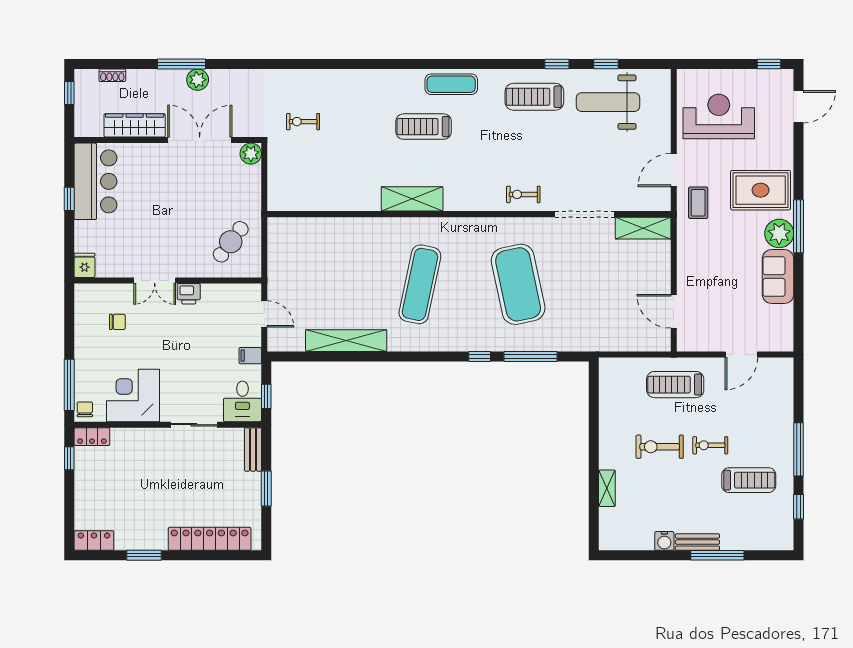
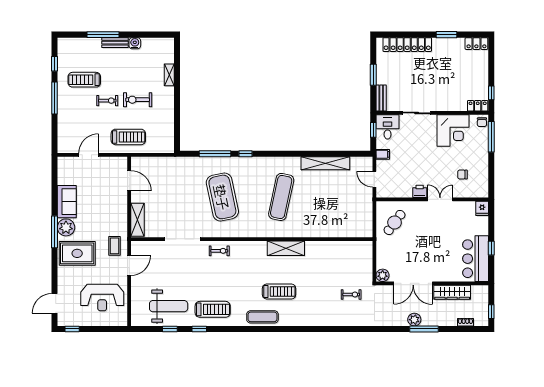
shelving: (643, 228) -> (138, 220), moved, turned 90
exercise bike: (660, 447) -> (138, 100), turned 180

